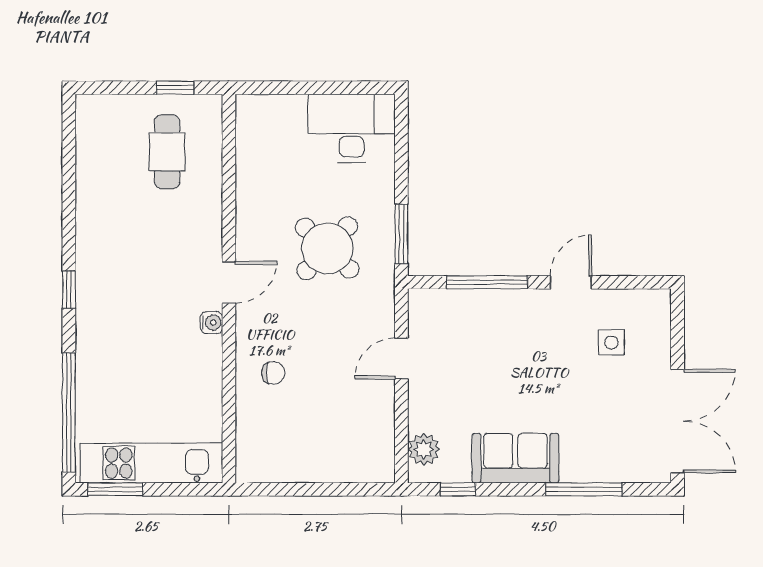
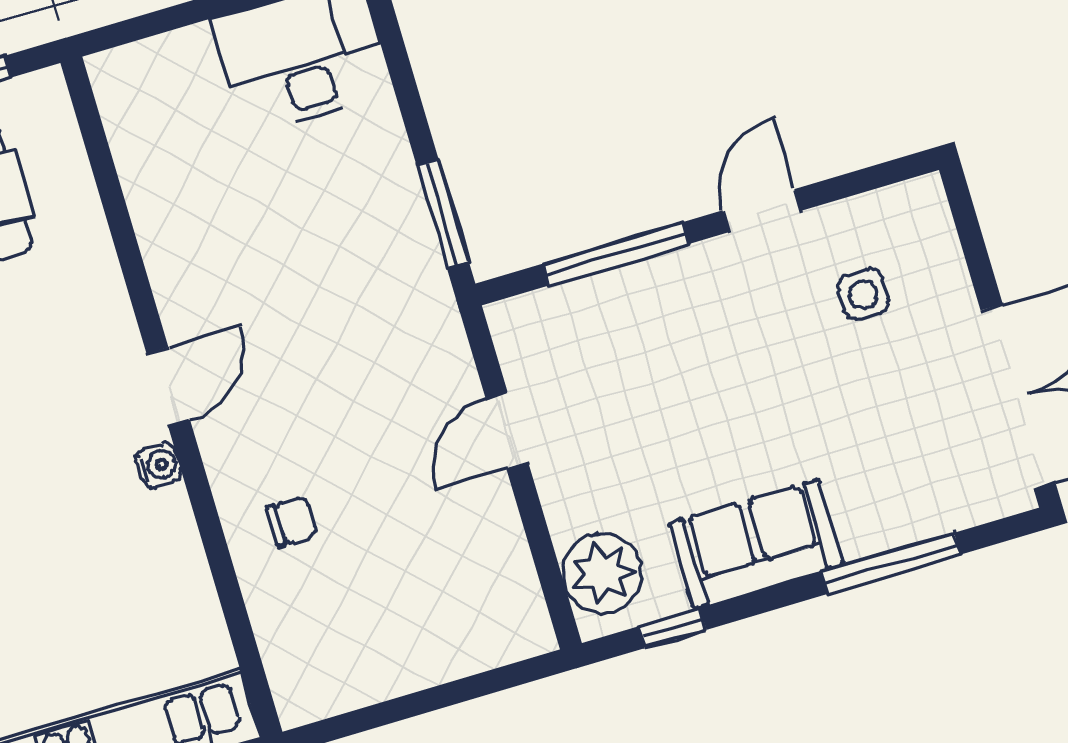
round table: (327, 248) -> (321, 277), removed
plant: (424, 449) -> (602, 573), width x1.36, depth x1.36

